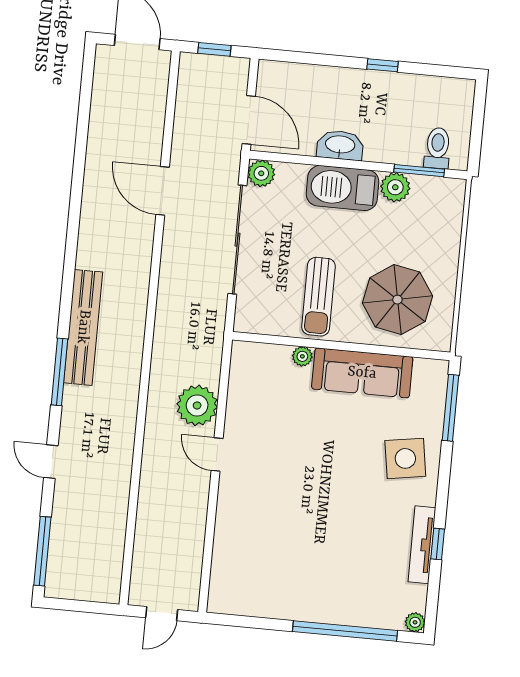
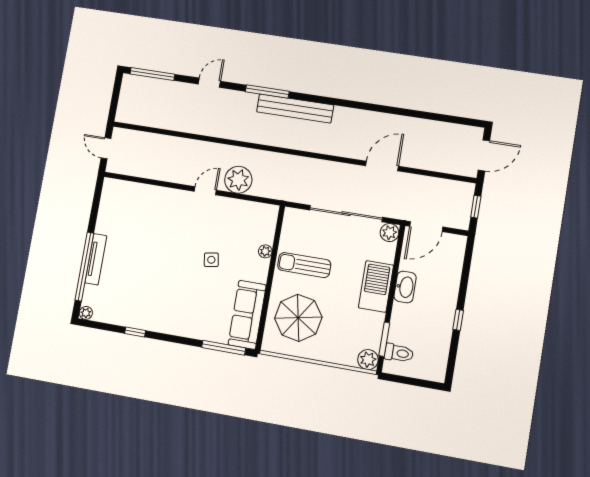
plant: (395, 187) -> (368, 360), moved
sofa: (362, 373) -> (247, 315), moved
side table: (405, 458) -> (211, 260), moved, width x0.54, depth x0.54
tv unit: (422, 545) -> (96, 259), moved, turned 90

